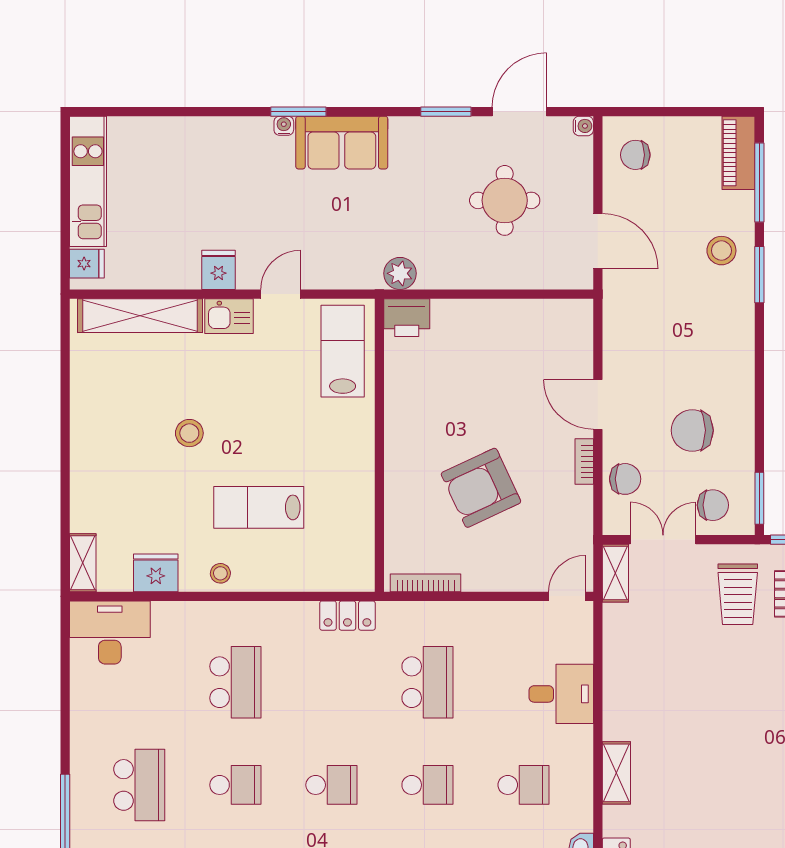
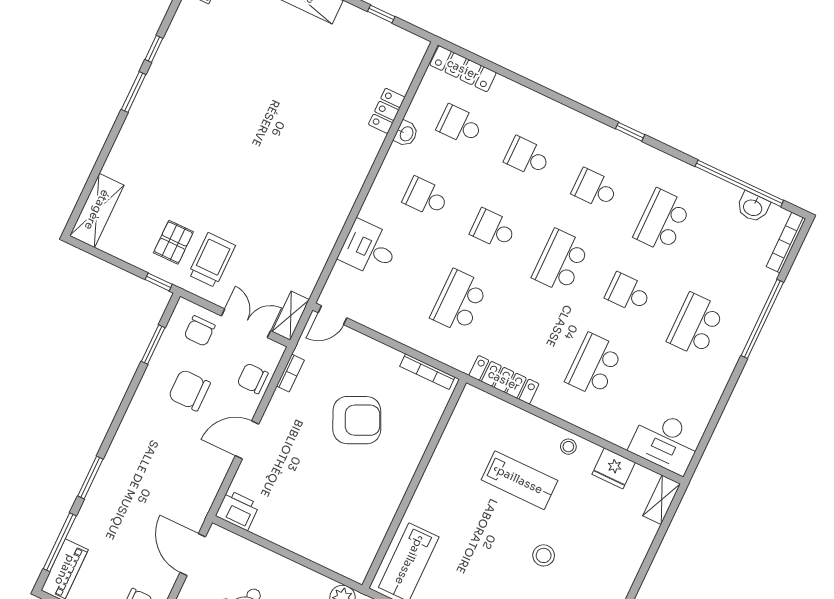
stool: (721, 251) -> (109, 507), removed
printer: (407, 318) -> (237, 510), moved
door: (598, 404) -> (247, 440), swing flipped
chair: (692, 430) -> (189, 390), turned 180
bookcase: (584, 462) -> (290, 373), moved
window: (759, 498) -> (153, 344), moved
chair: (713, 505) -> (200, 331), turned -90
double door: (663, 540) -> (246, 323), swing flipped
locker: (347, 616) -> (504, 380), width x1.53
shelving: (616, 773) -> (356, 175), removed
school desk: (331, 785) -> (561, 261), width x1.85

